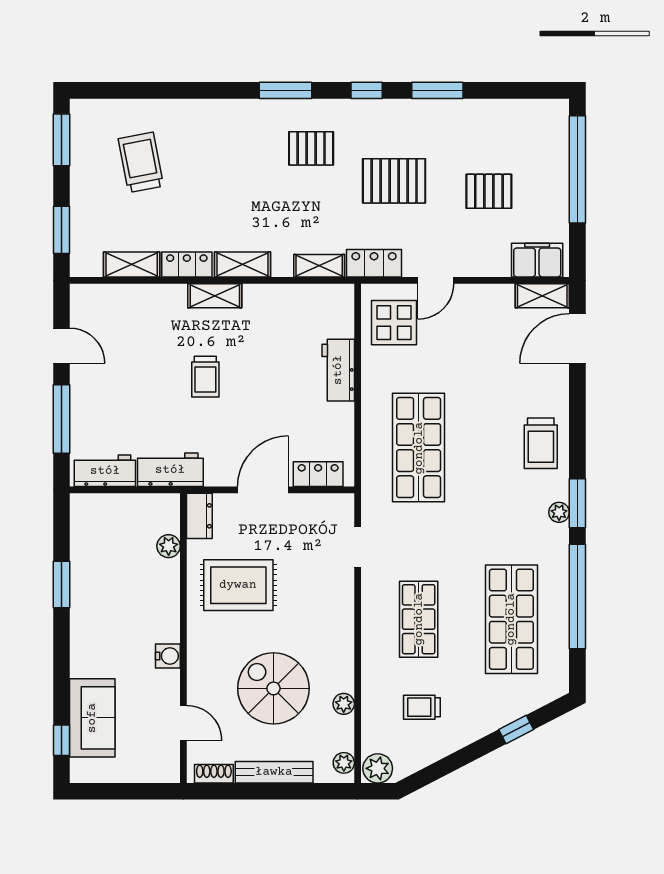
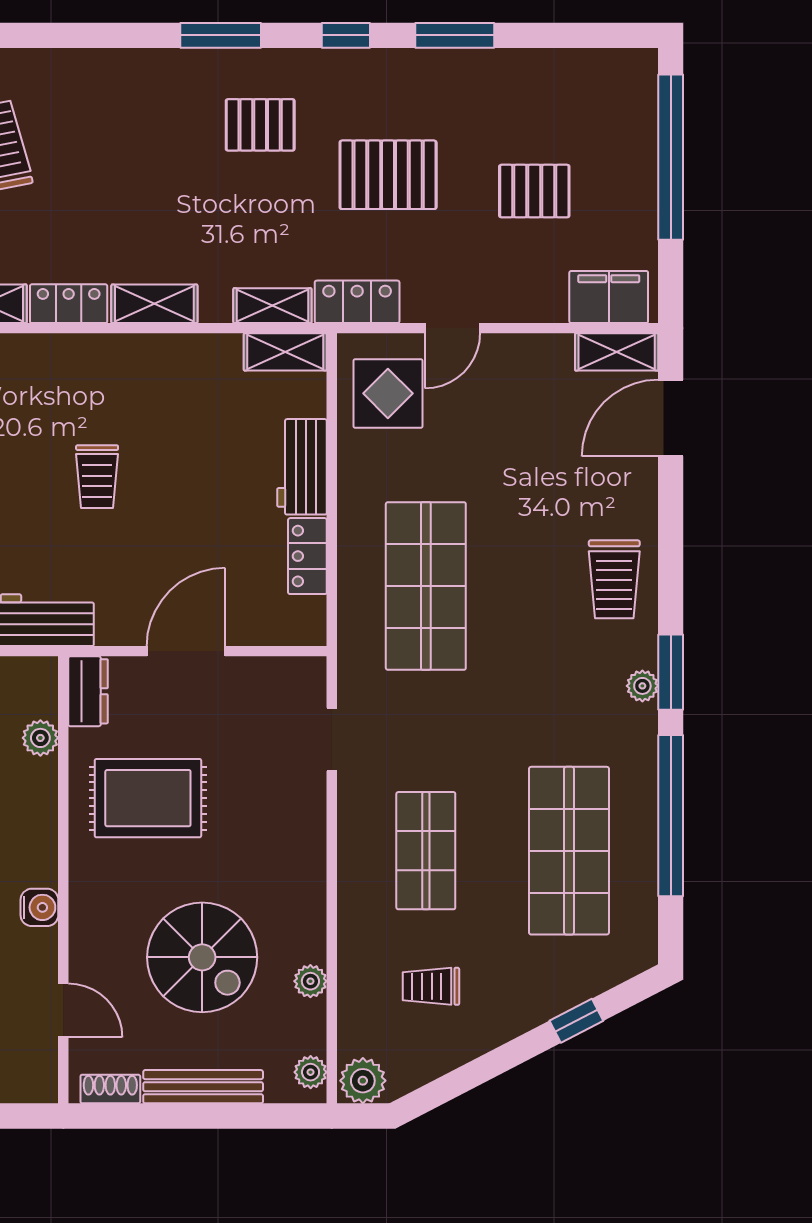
shelving: (215, 296) -> (285, 352), moved
locker: (318, 474) -> (307, 556), moved, turned -90
spiral stairs: (273, 688) -> (202, 957), turned 180

